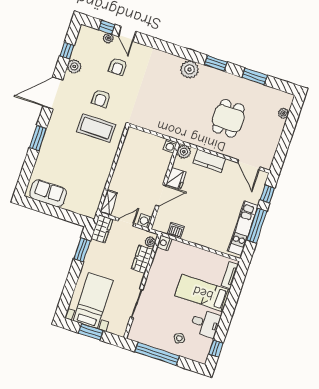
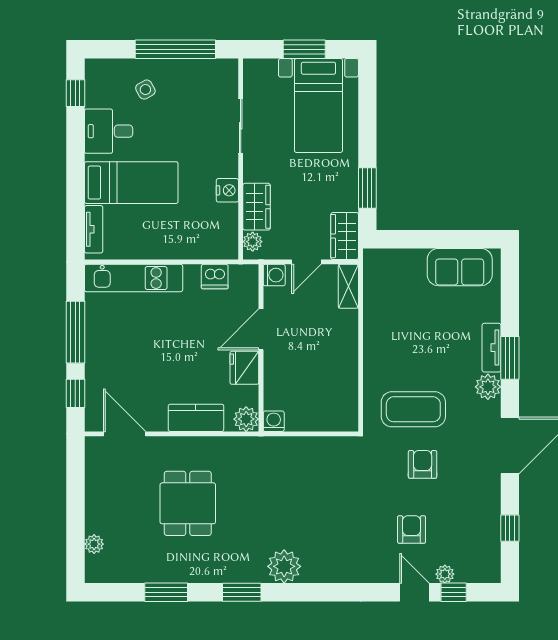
plant: (74, 66) -> (488, 387), moved
tv unit: (46, 146) -> (492, 348), added
kitchen unit: (243, 228) -> (134, 278), moved, turned 90
nightstand: (164, 243) -> (227, 190), moved

